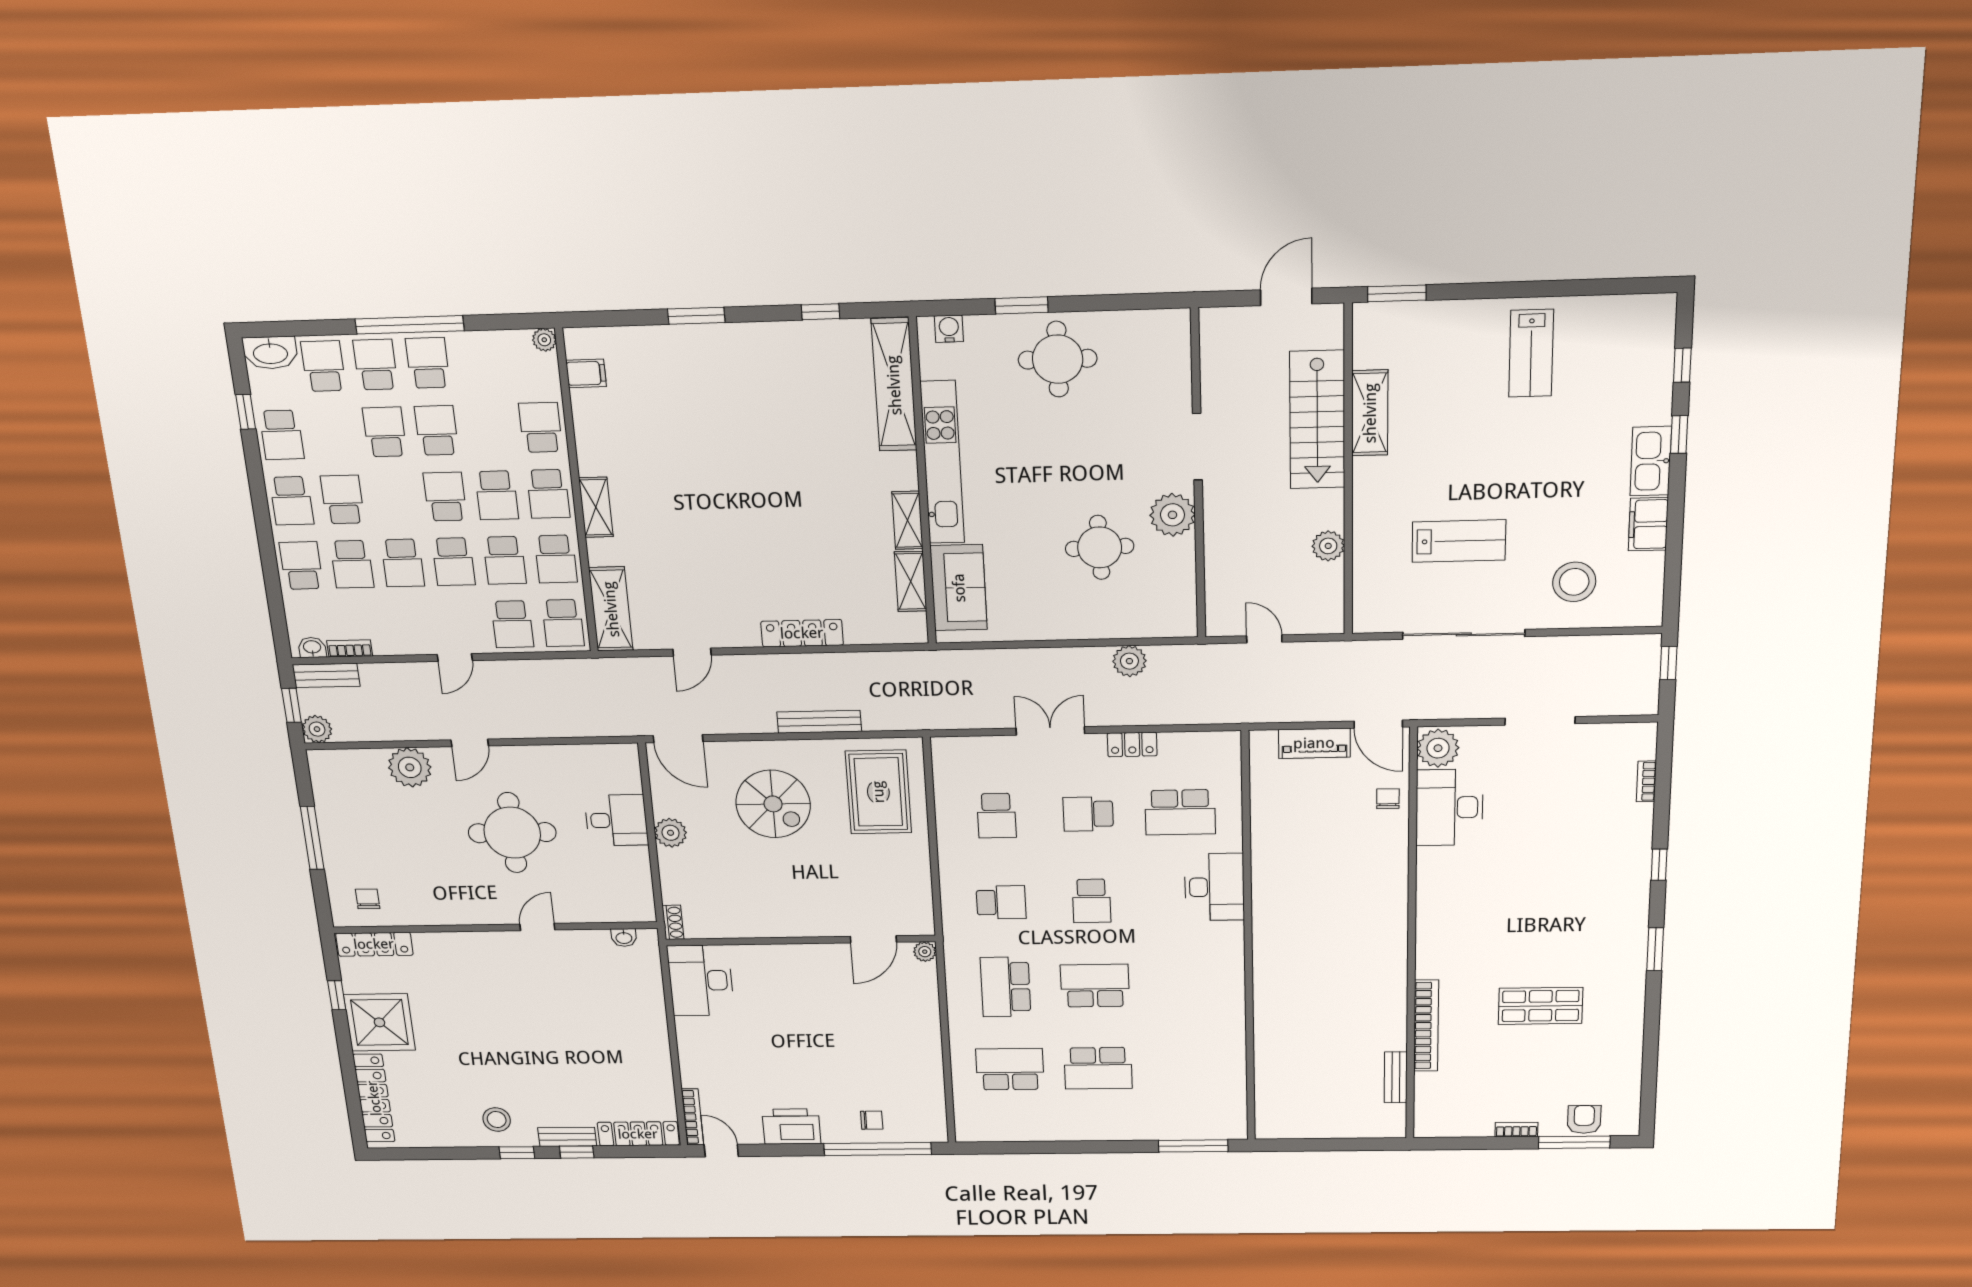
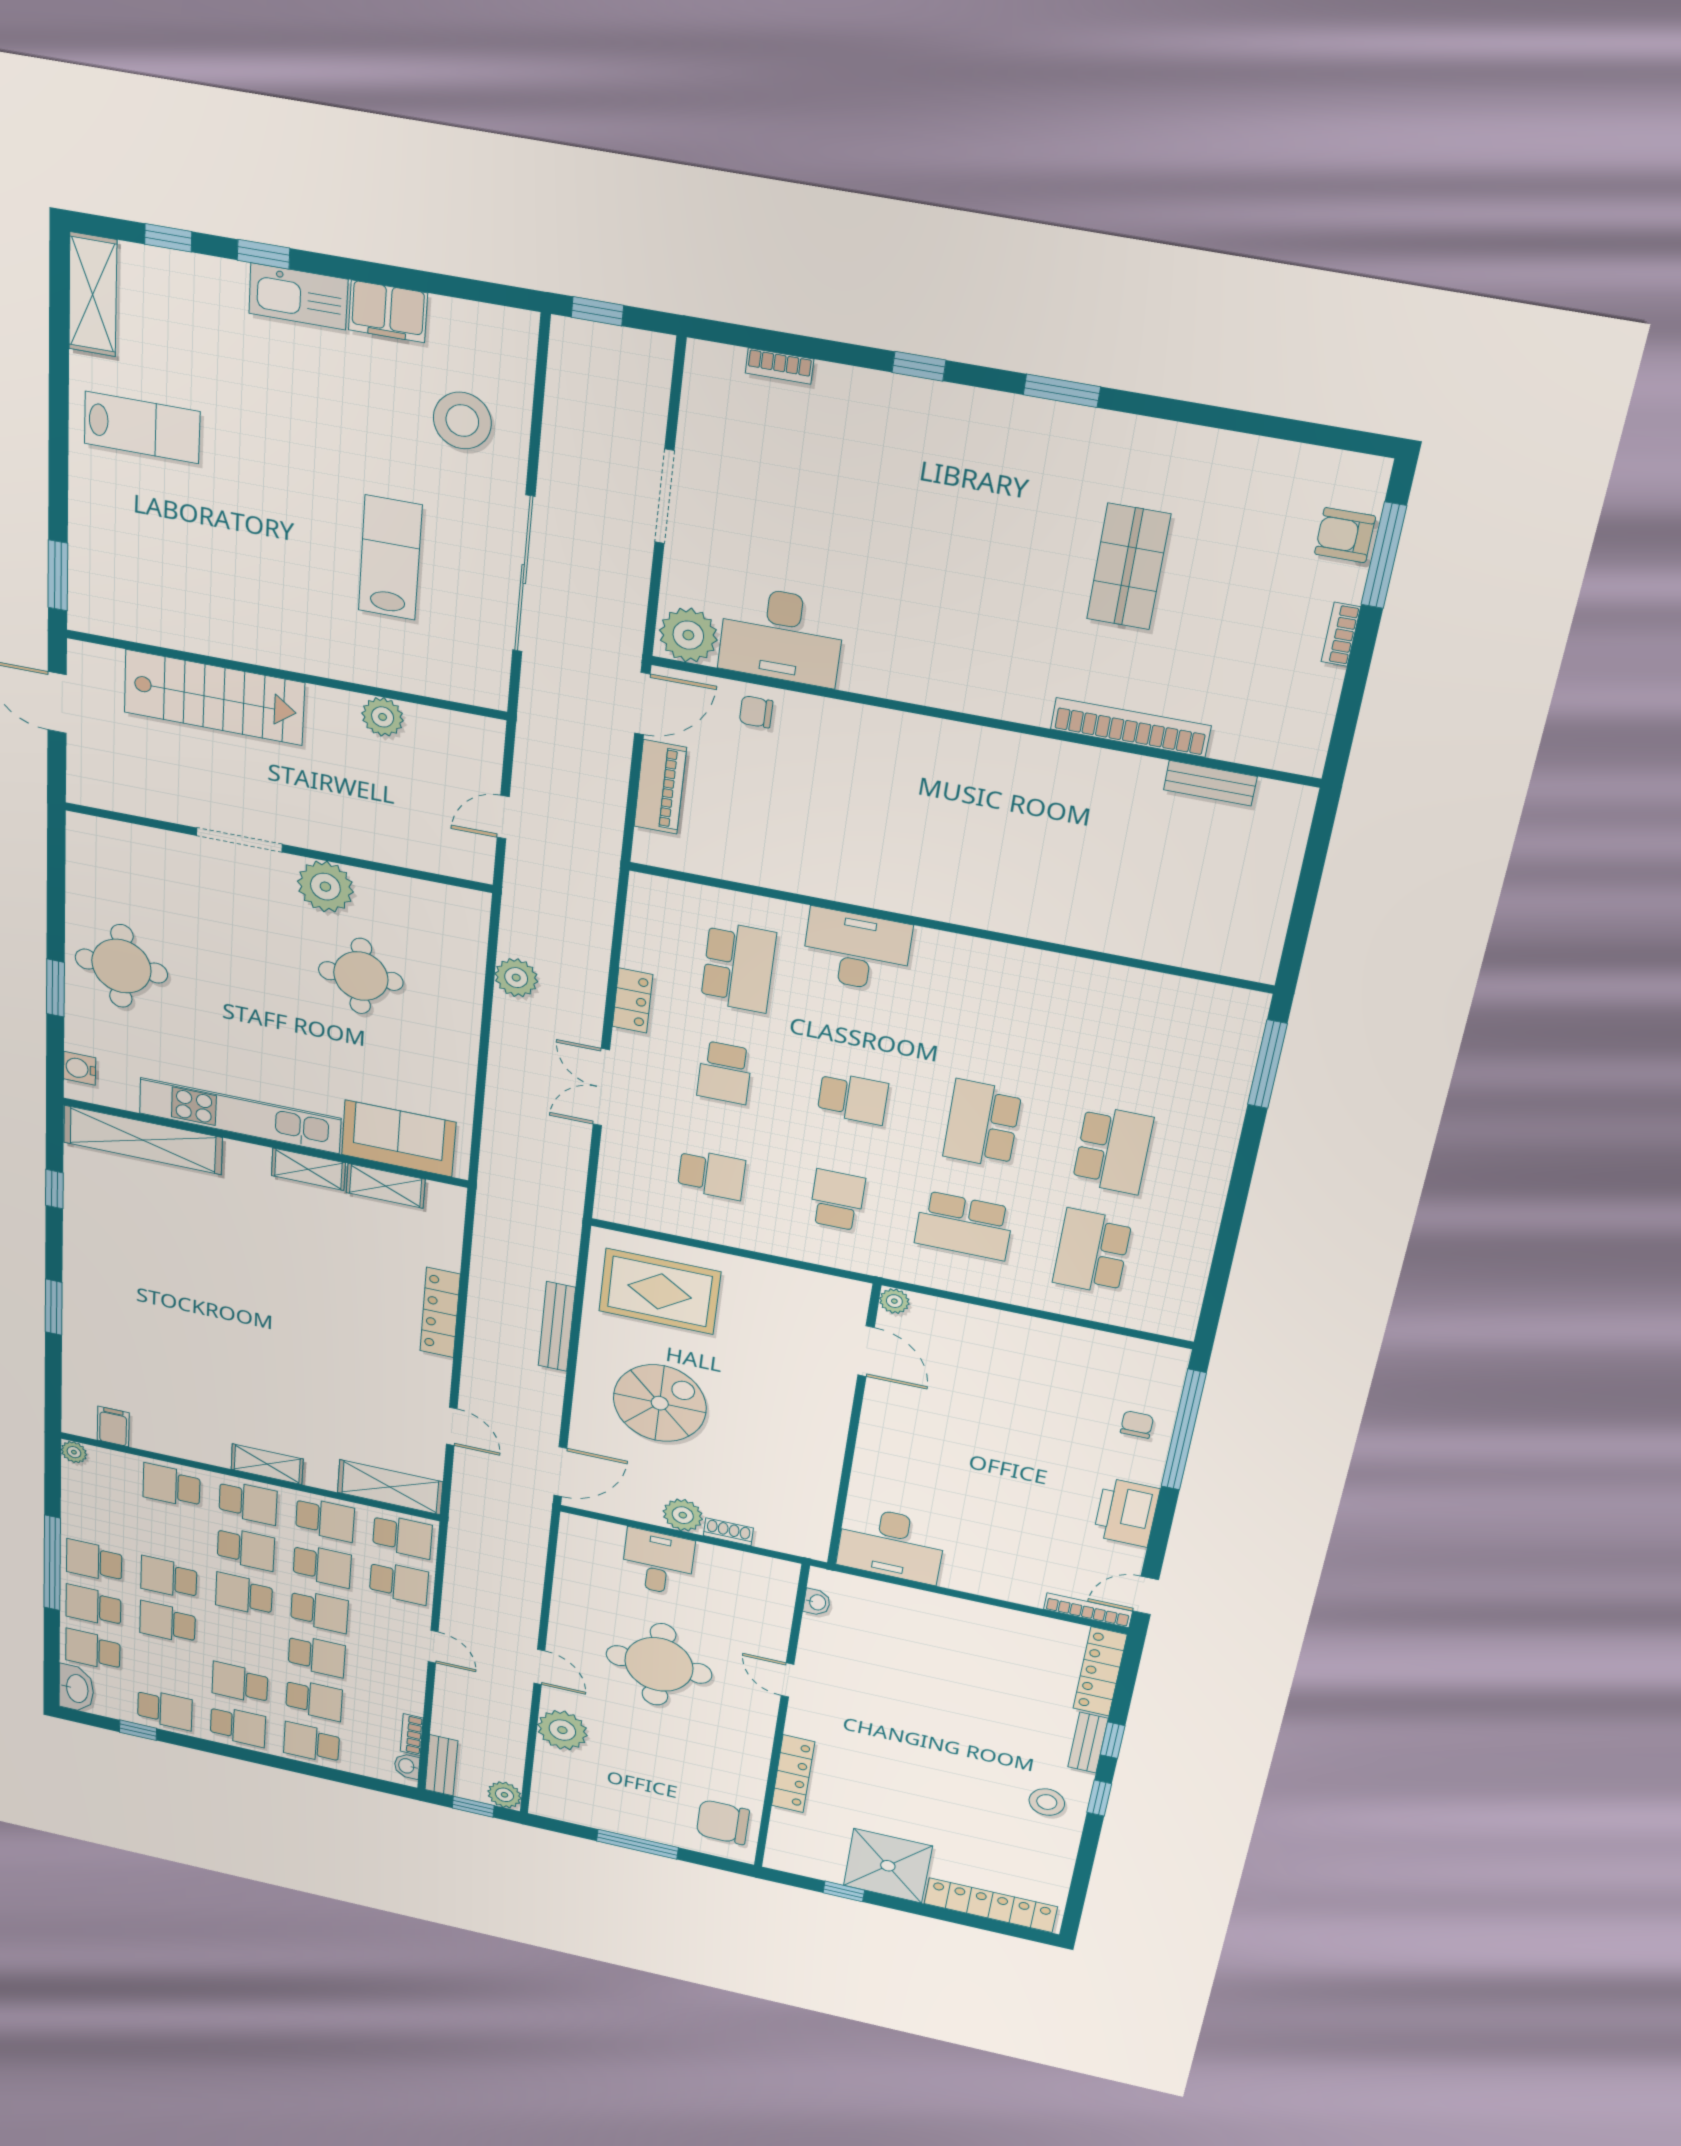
shelving: (1370, 413) -> (93, 295), moved, turned 90
chair: (368, 899) -> (723, 1822), width x1.87, depth x1.87
shoe rack: (673, 922) -> (728, 1532), moved
locker: (374, 944) -> (793, 1774), moved

